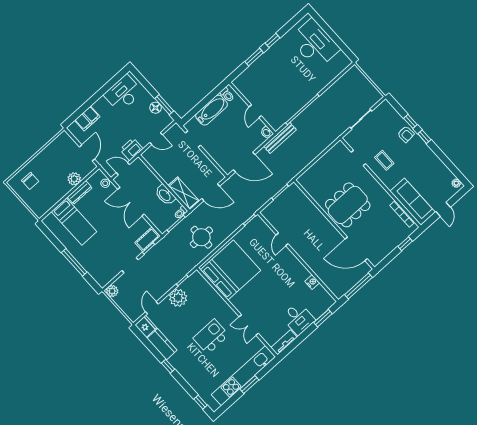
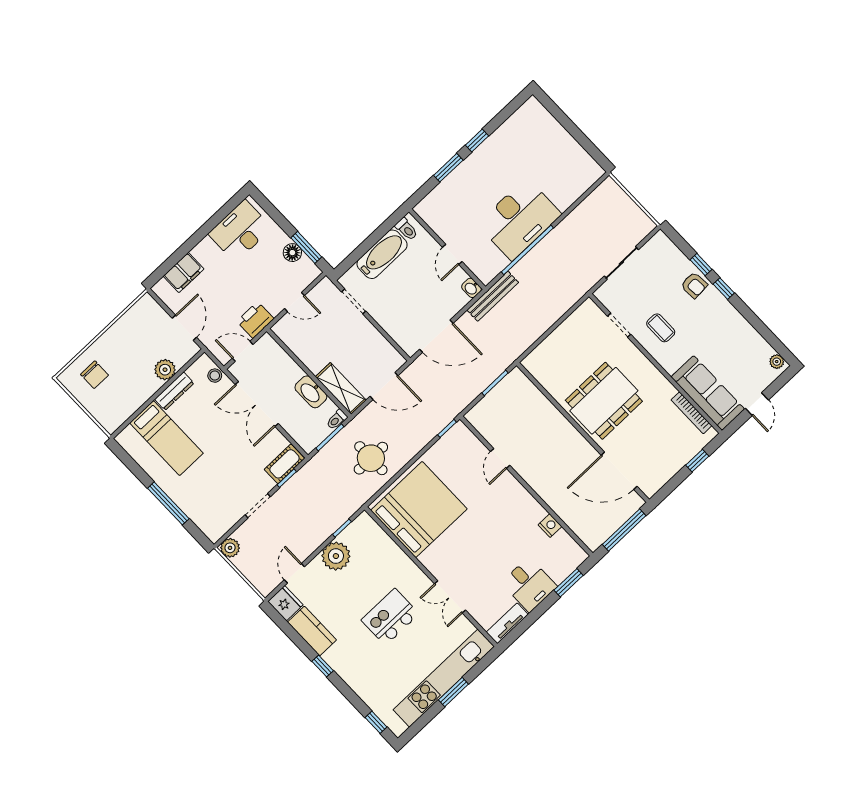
desk: (315, 44) -> (519, 219), moved, turned 90

